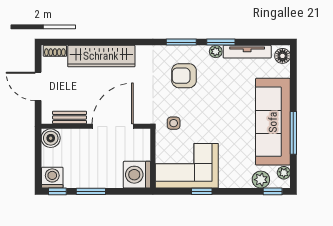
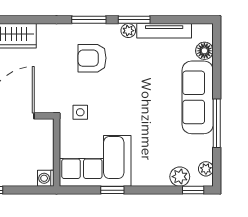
floor lamp: (282, 56) -> (204, 51), moved
sofa: (273, 122) -> (198, 97), width x0.74, depth x0.79
washing machine: (137, 175) -> (46, 178), width x0.53, depth x0.53

